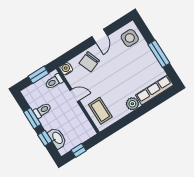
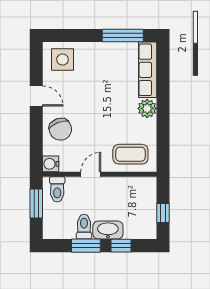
window: (159, 54) -> (123, 36), moved
washbasin: (57, 138) -> (108, 230), moved

